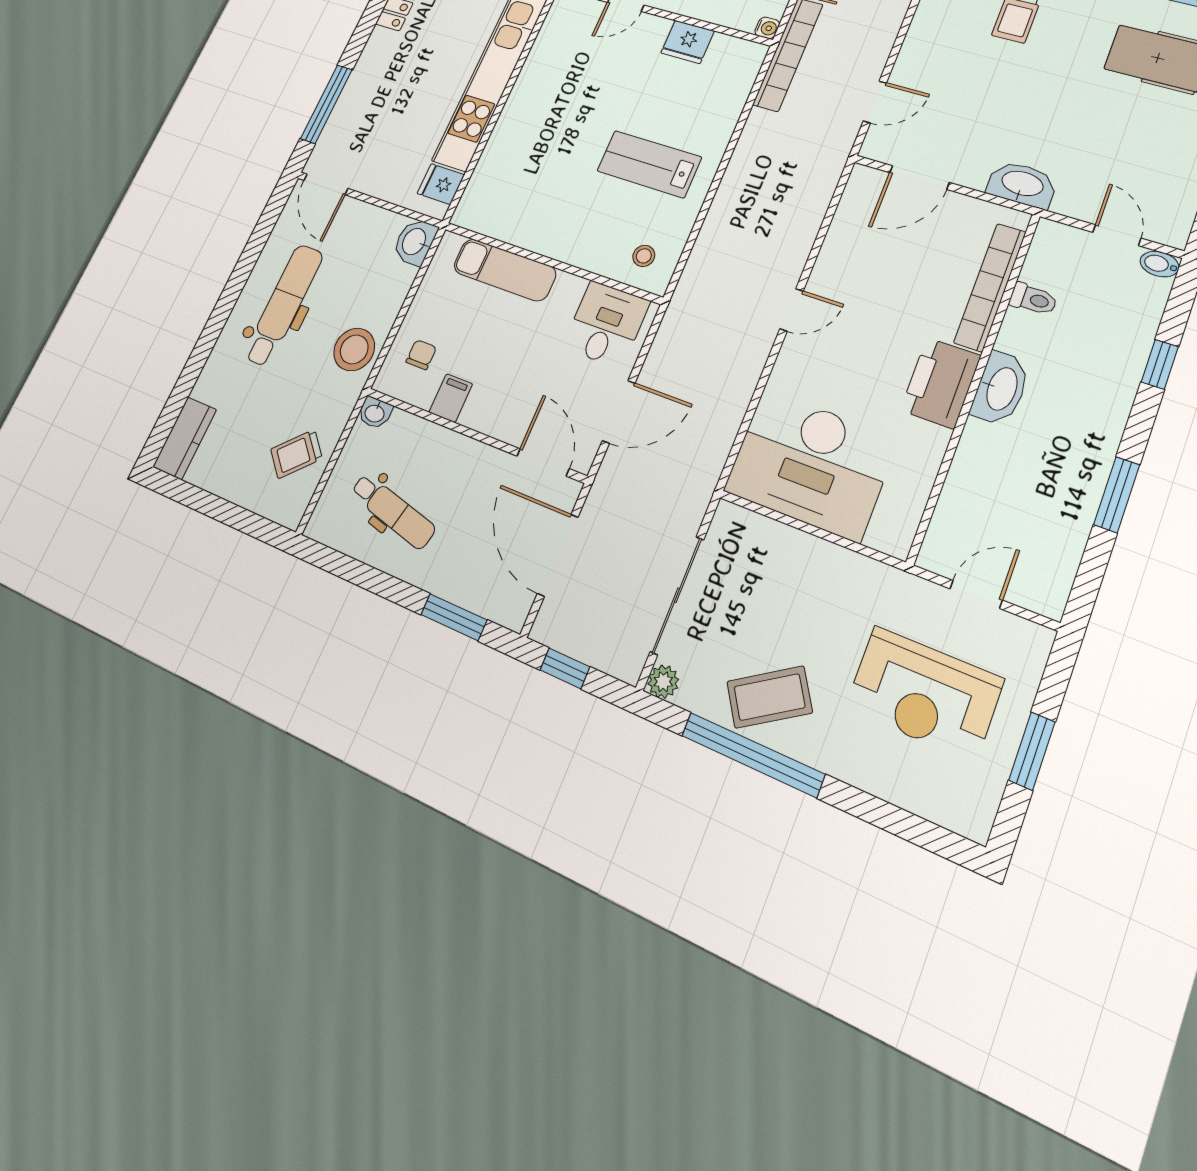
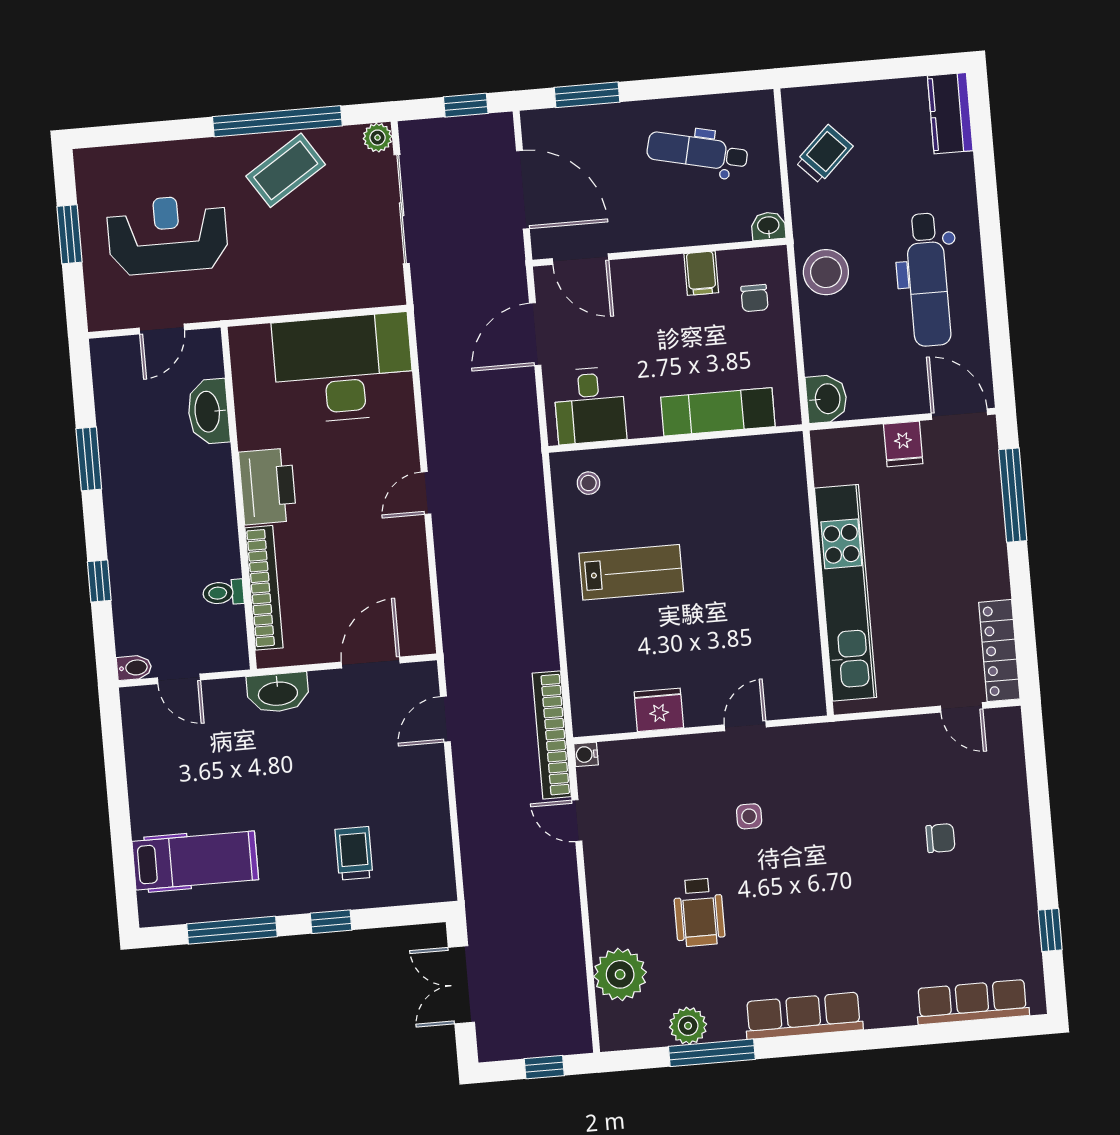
fridge: (441, 184) -> (903, 444), moved, turned 90
washbasin: (1001, 388) -> (208, 412), moved

